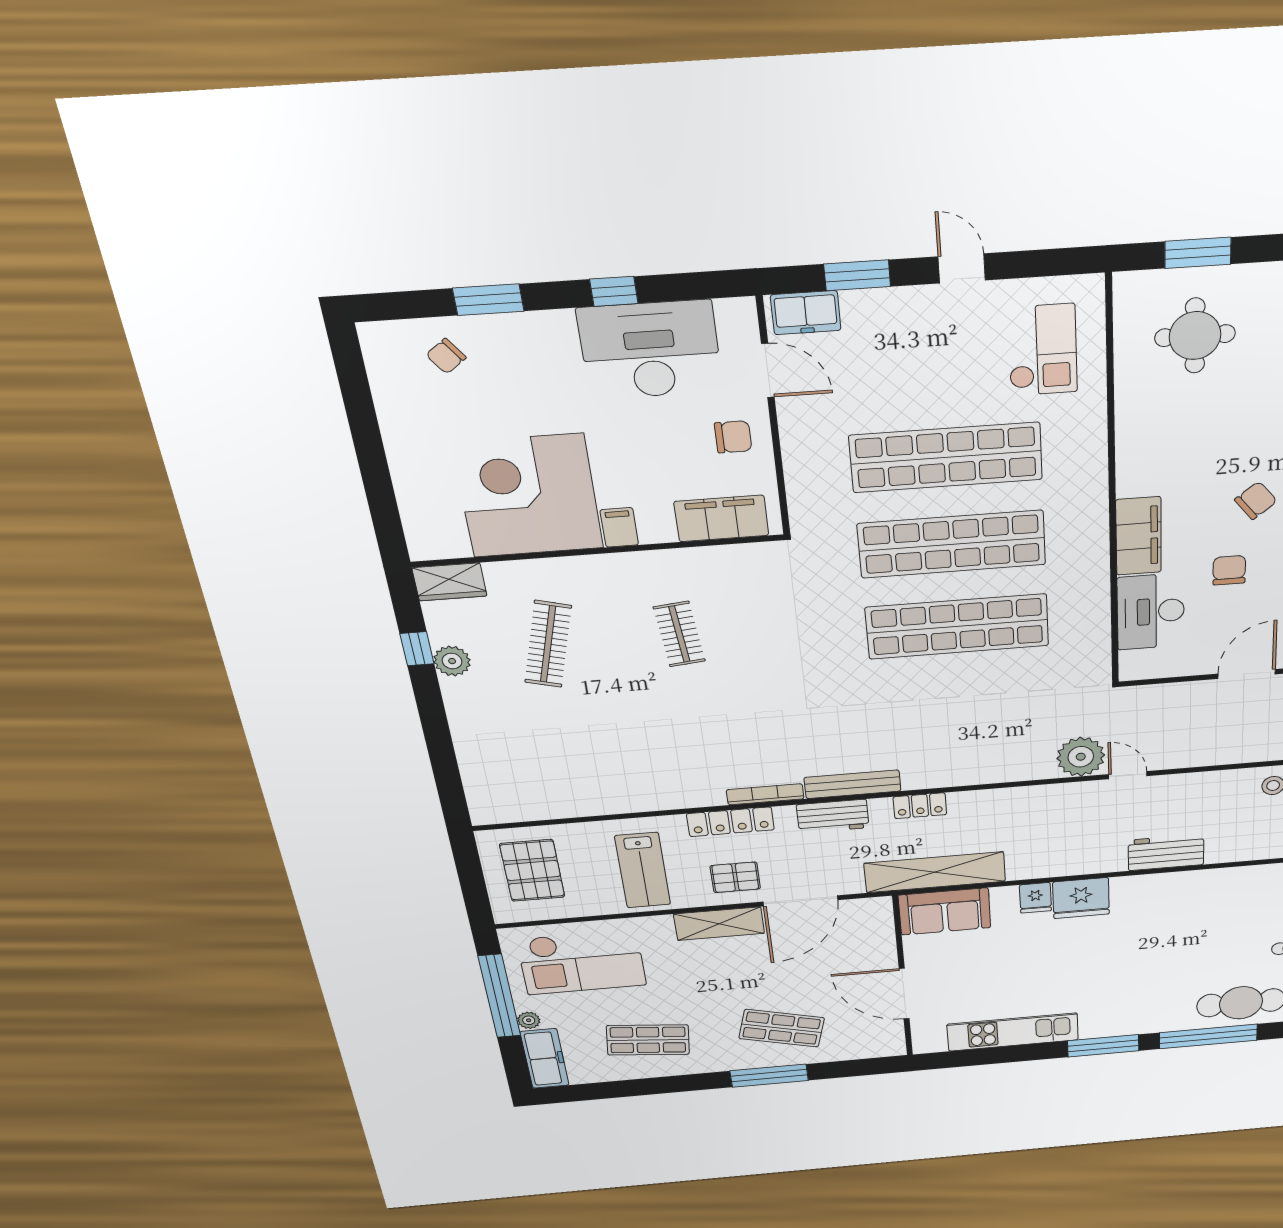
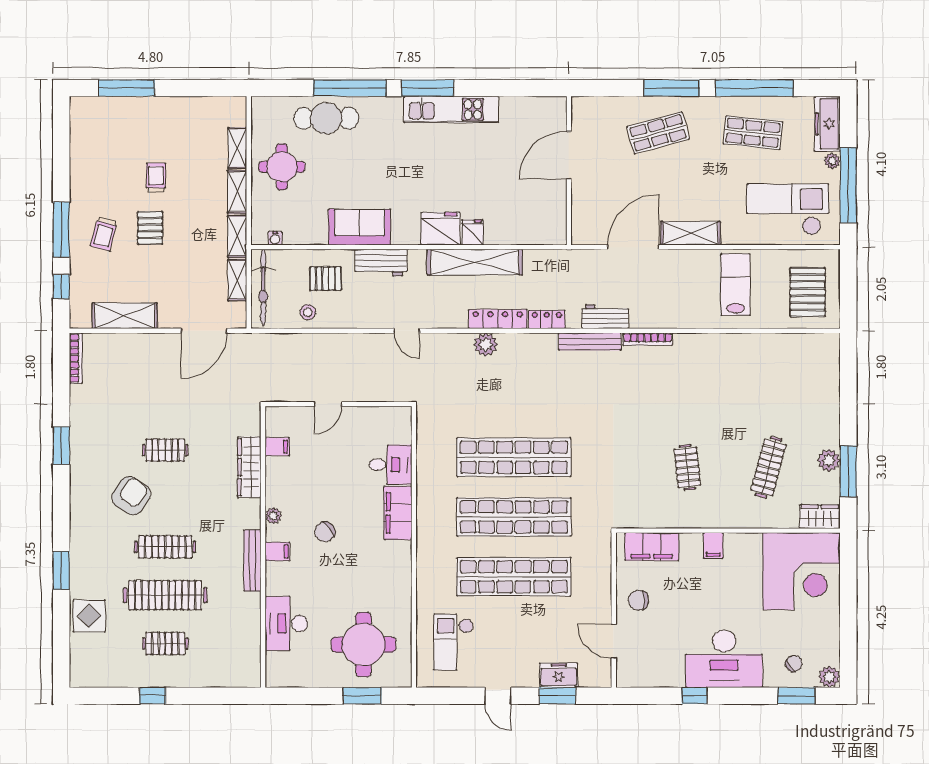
window: (488, 300) -> (796, 696), moved
freezer: (806, 313) -> (559, 675), moved
round table: (1195, 336) -> (363, 645), width x1.36, depth x1.36
plant: (378, 339) -> (829, 677), added
desk: (650, 350) -> (724, 659), moved
corner desk: (528, 496) -> (801, 571), moved
chair: (1229, 570) -> (341, 484), removed
desk: (1151, 612) -> (391, 465), width x0.73
window: (417, 649) -> (848, 471), width x2.17
door: (1247, 674) -> (328, 404), width x0.73
plant: (1081, 757) -> (486, 345), moved, width x0.73, depth x0.73
locker: (730, 822) -> (498, 319), moved
shelving: (935, 872) -> (475, 262), moved
pallet: (735, 877) -> (326, 279), moved
sofa: (945, 911) -> (360, 227), moved
door: (904, 994) -> (569, 155), swing flipped
shop shelf: (782, 1028) -> (658, 133), turned -30
kitchen unit: (1013, 1032) -> (451, 110), moved
window: (655, 1086) -> (754, 88), added

